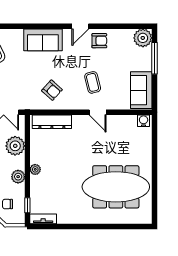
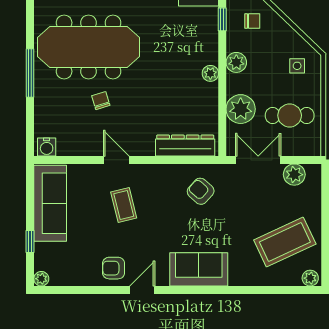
plant: (143, 38) -> (41, 279), width x0.53, depth x0.53
window: (154, 58) -> (30, 242), width x0.46
armchair: (52, 90) -> (201, 191), moved
sofa: (141, 90) -> (50, 203), width x1.36
chair: (108, 151) -> (101, 101), added
window: (154, 170) -> (30, 73), added

